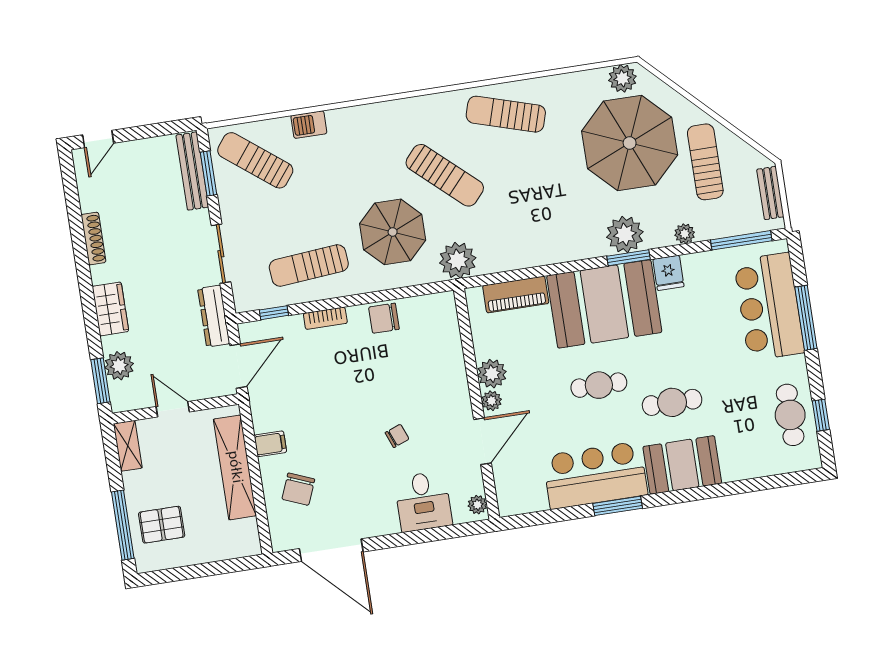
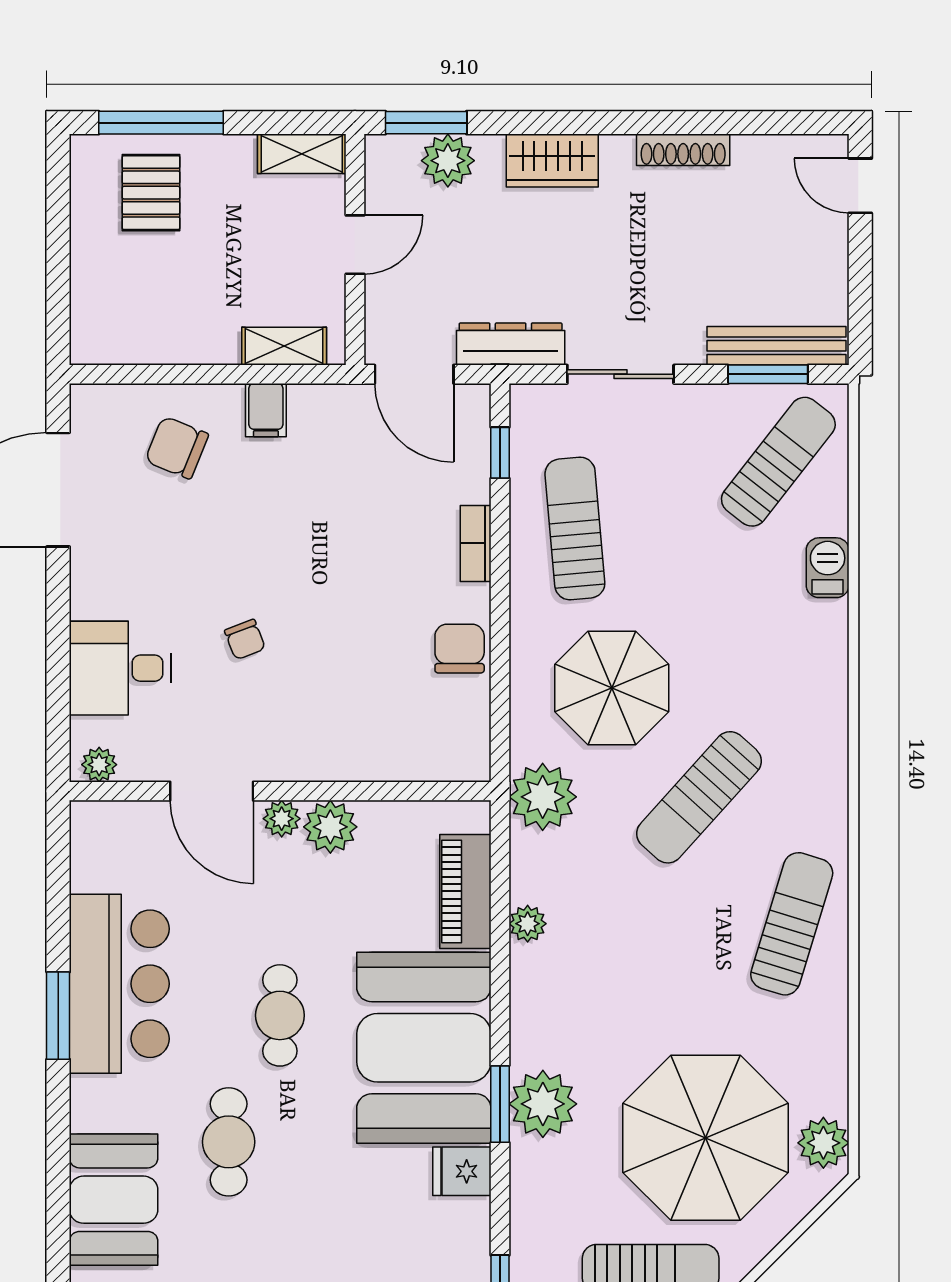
plant: (685, 234) -> (528, 924), moved
booth: (682, 465) -> (114, 1200), moved
shelving: (235, 467) -> (284, 346), width x0.45, depth x0.75

